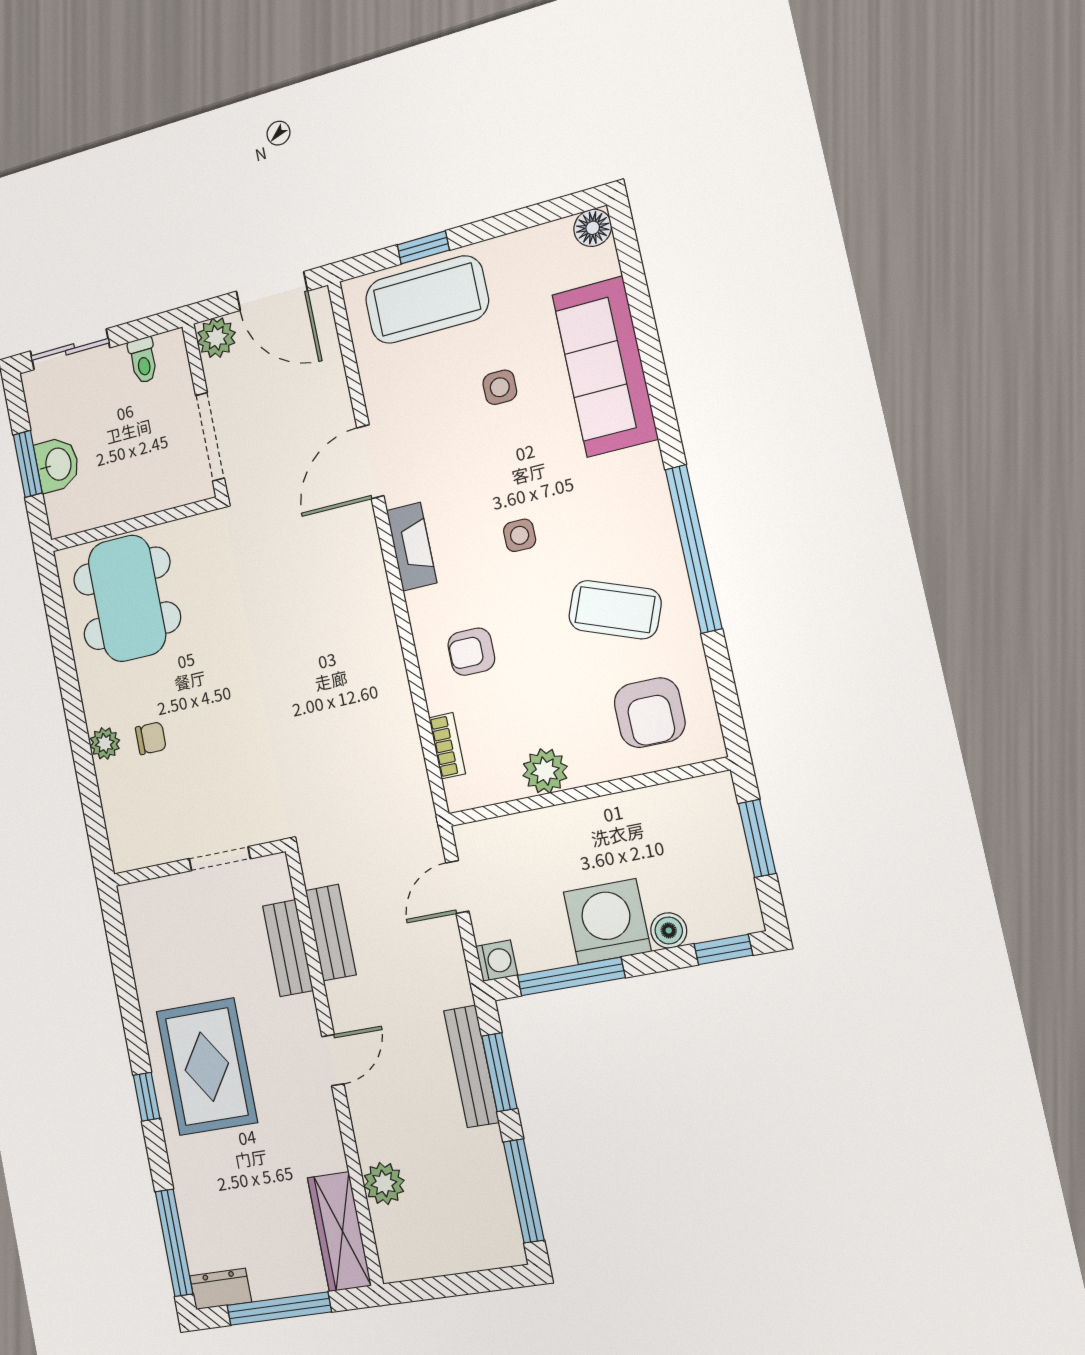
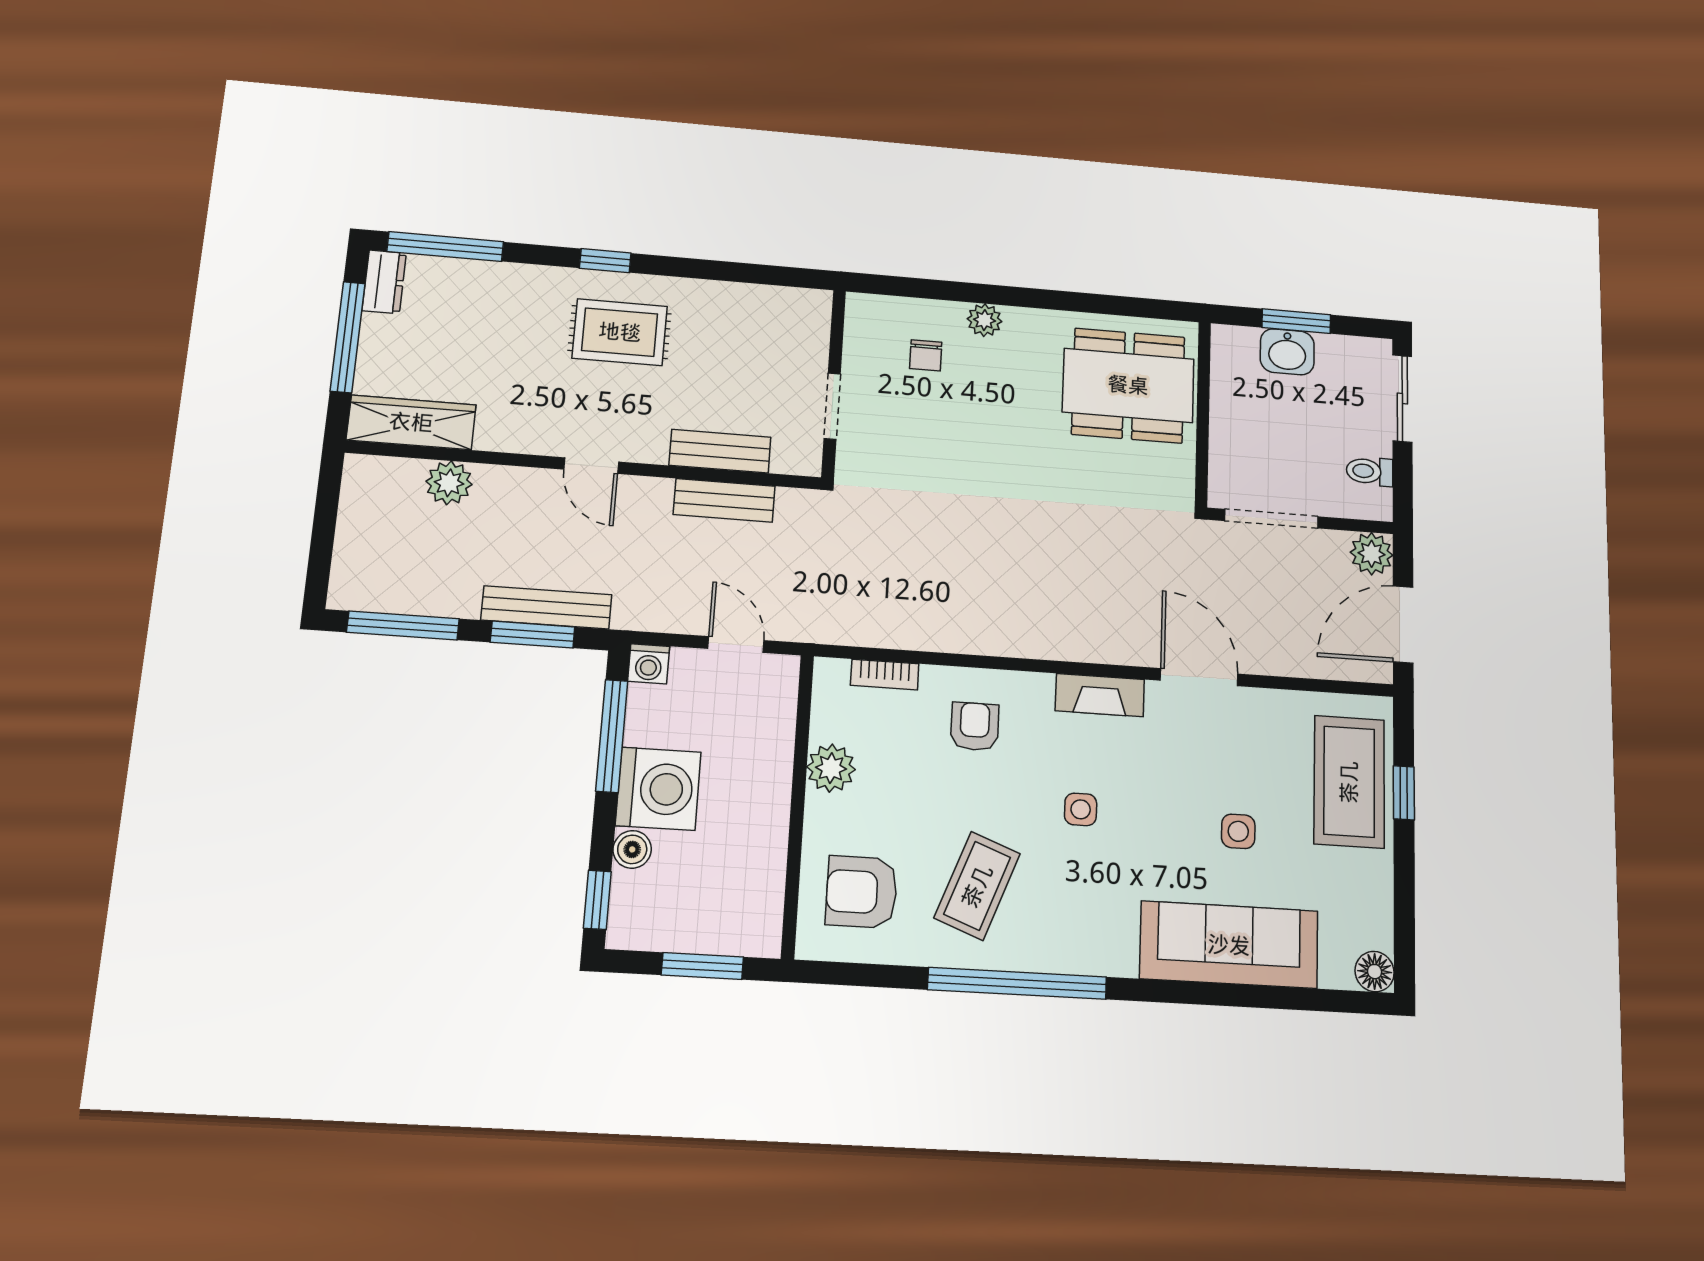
chair: (151, 738) -> (926, 355), moved
rug: (207, 1067) -> (620, 332), width x0.73, depth x0.70

